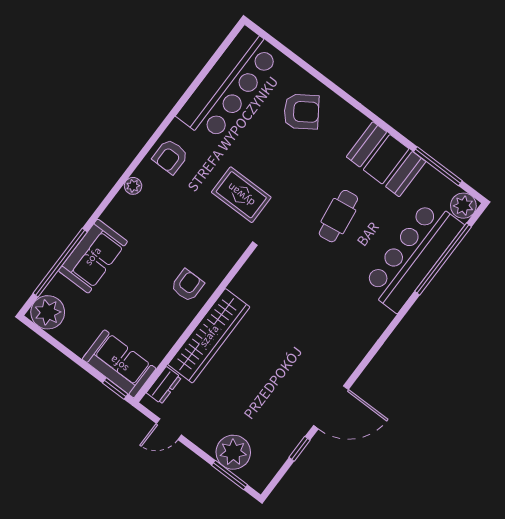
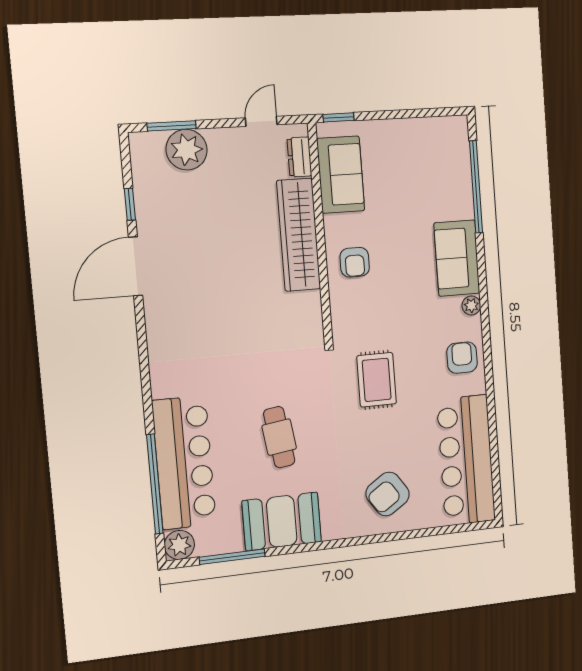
rug: (241, 195) -> (377, 380), turned 90
sofa: (93, 256) -> (457, 258), moved
plant: (48, 312) -> (451, 135), removed
sofa: (119, 364) -> (341, 175), moved, turned -90

